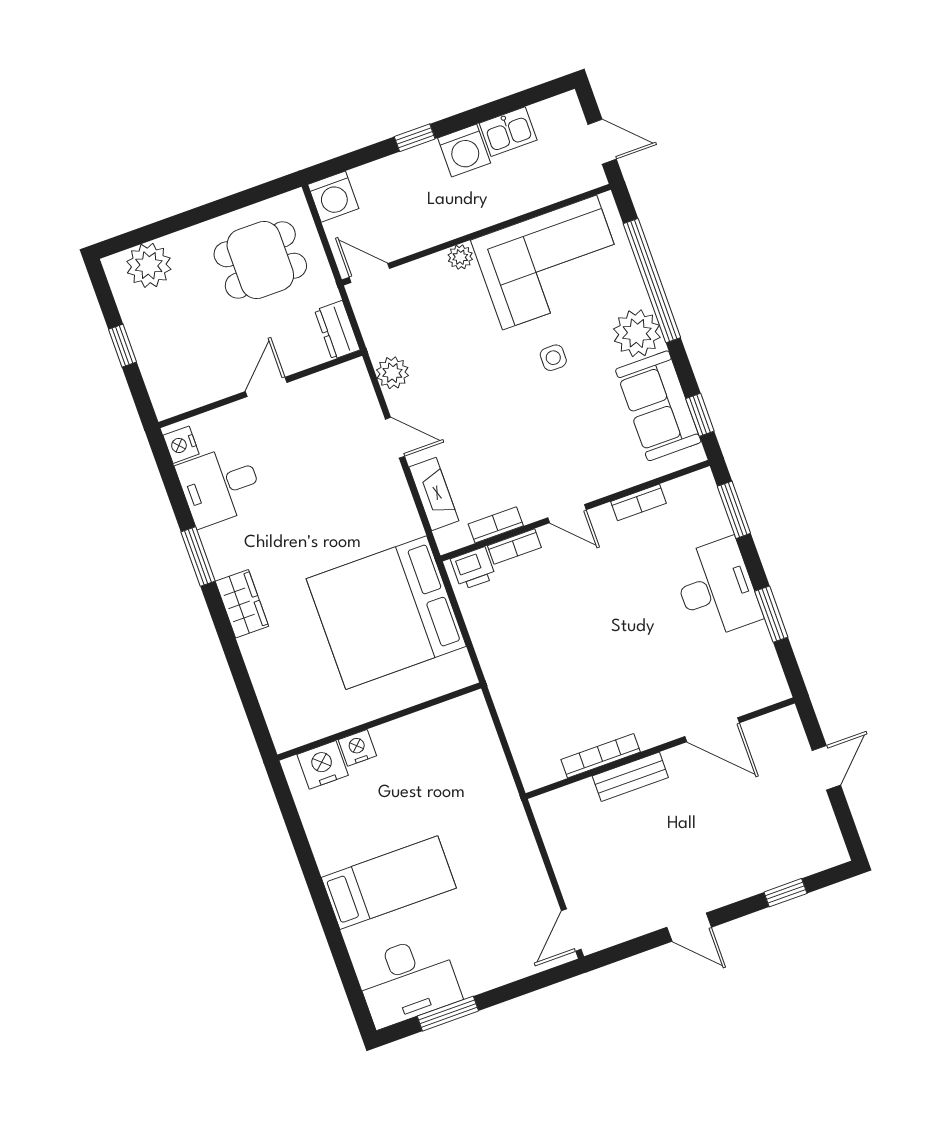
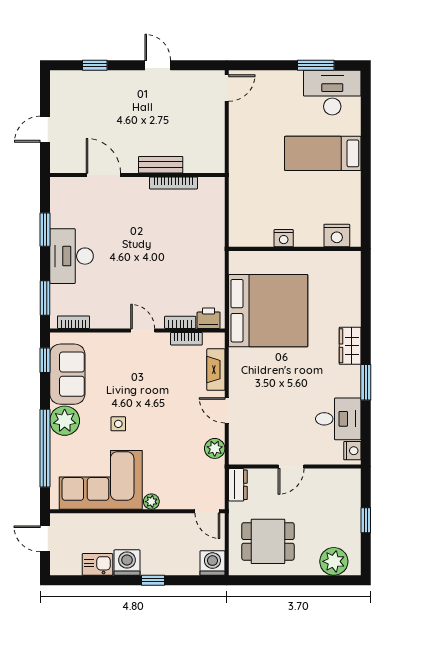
bookcase: (638, 502) -> (74, 322), moved
nightstand: (357, 748) -> (284, 238), moved

